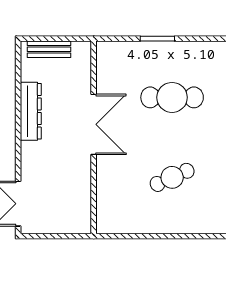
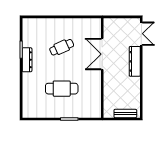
dresser: (31, 111) -> (135, 61), moved
double door: (94, 124) -> (102, 54), moved

